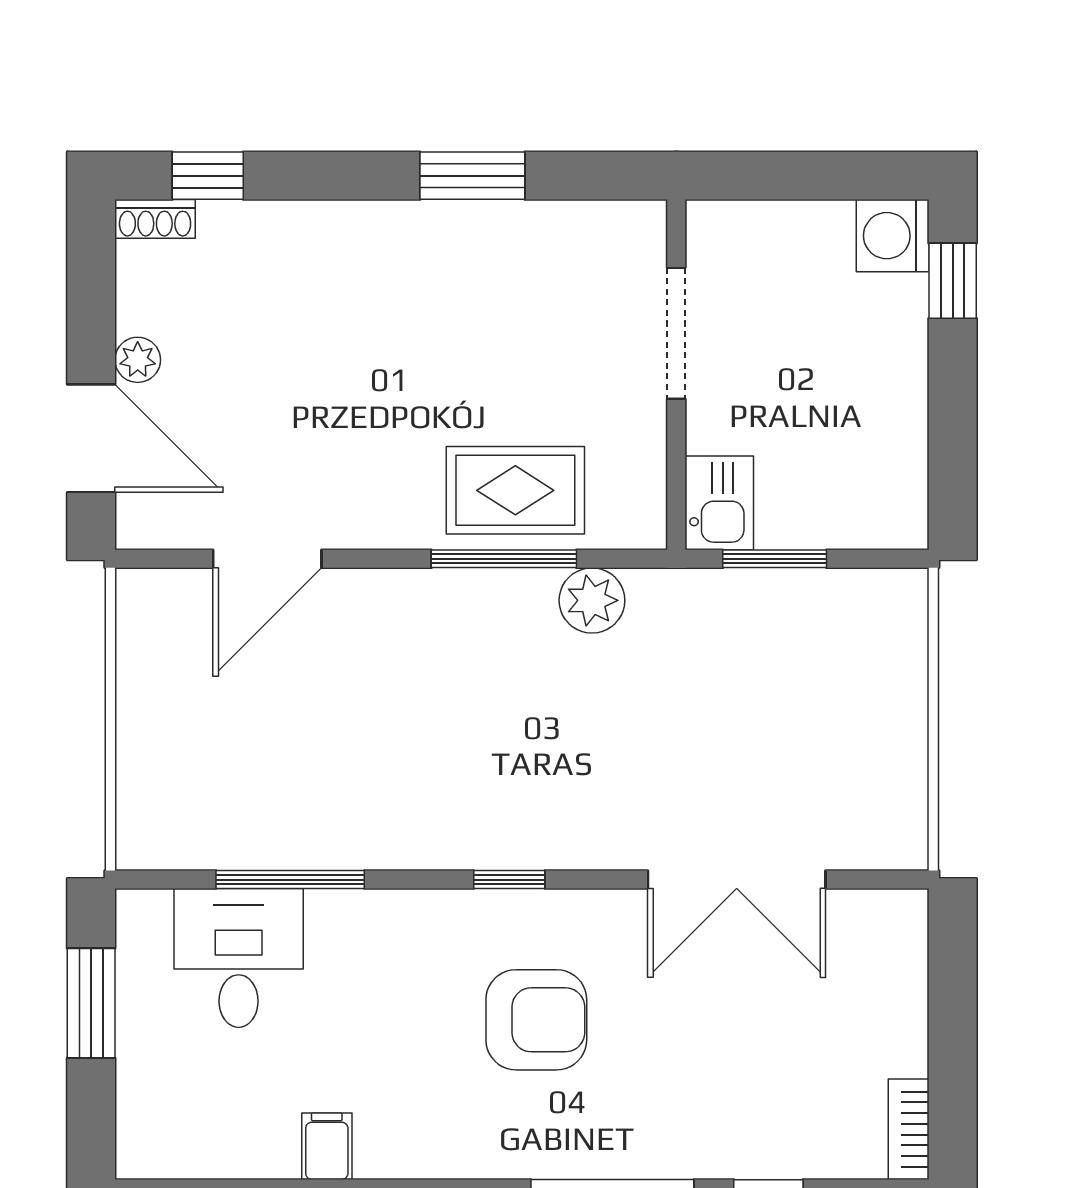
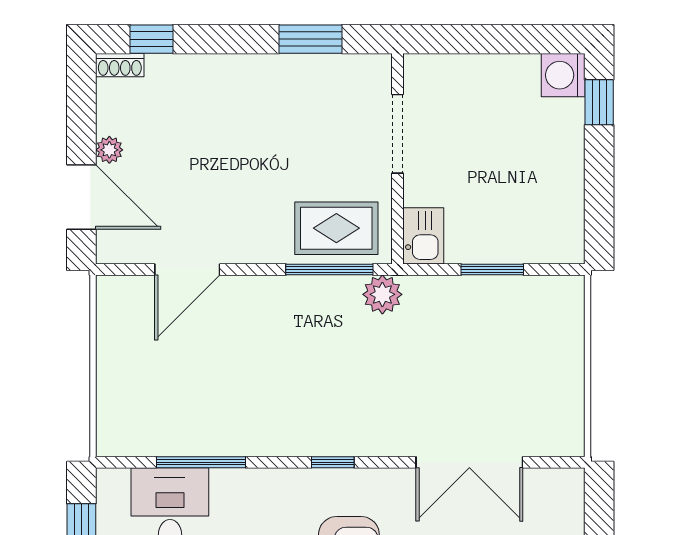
doorway: (676, 333) -> (397, 134), moved
wall: (676, 375) -> (397, 159), moved
kitchen sink: (719, 503) -> (423, 236), moved

